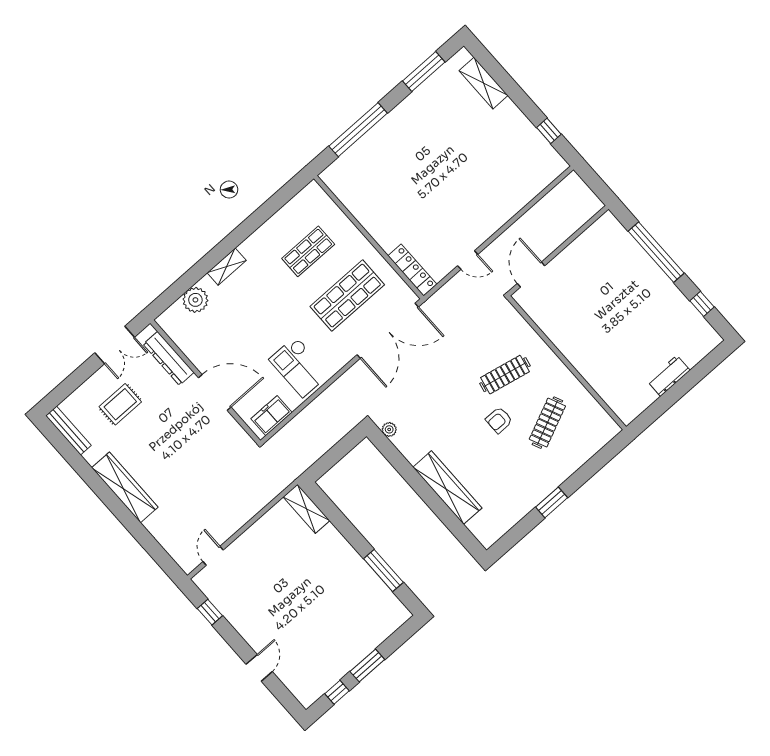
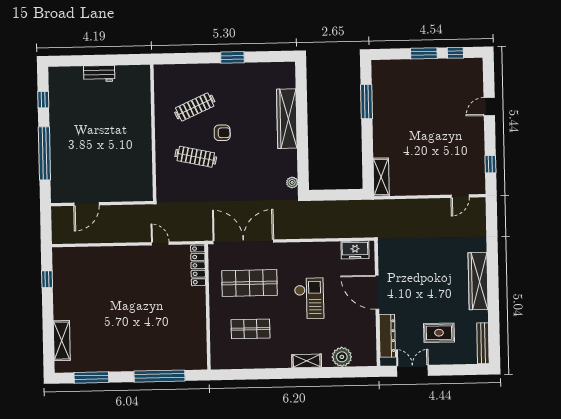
door: (531, 275) -> (86, 204), moved
checkout: (299, 367) -> (309, 298), moved

